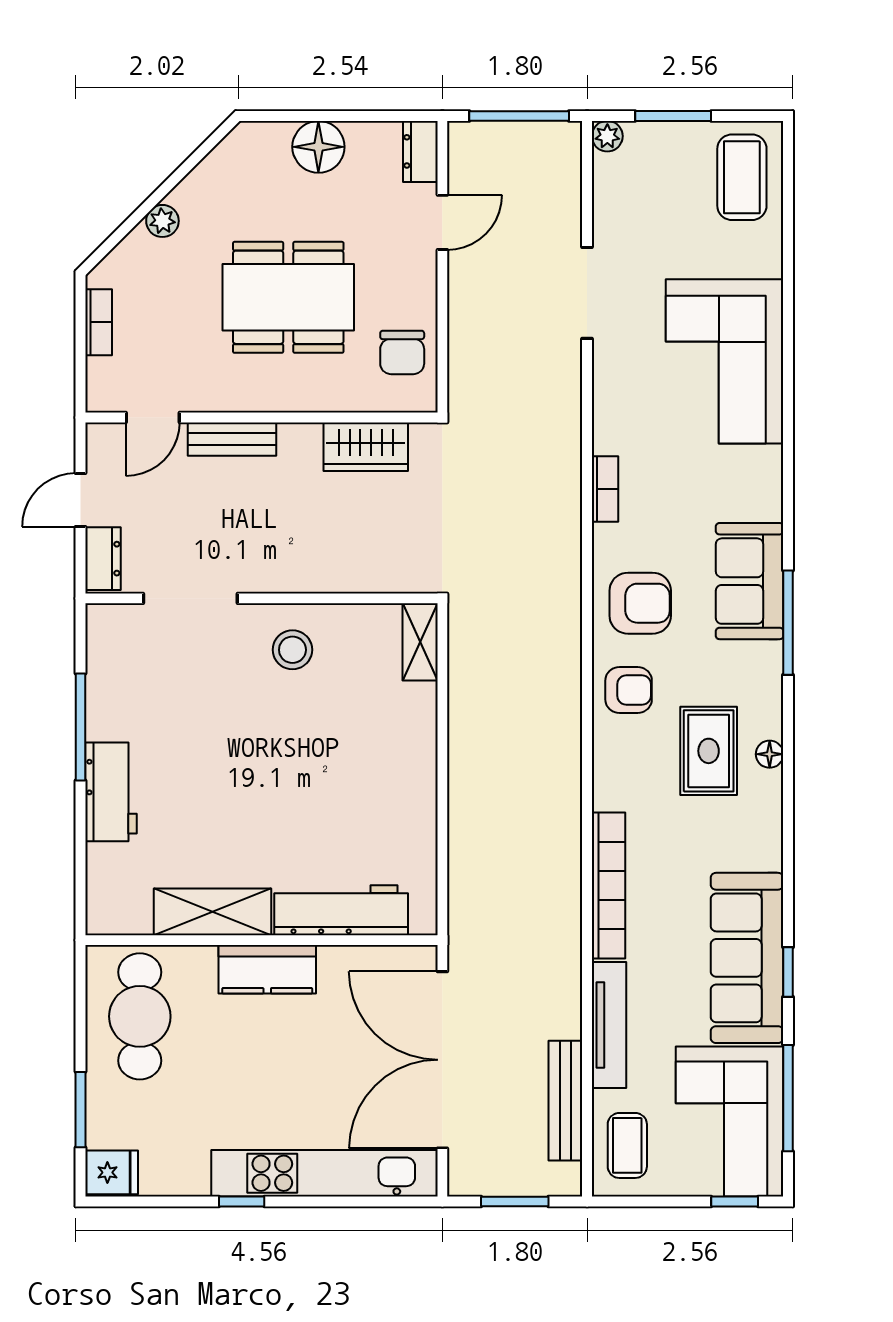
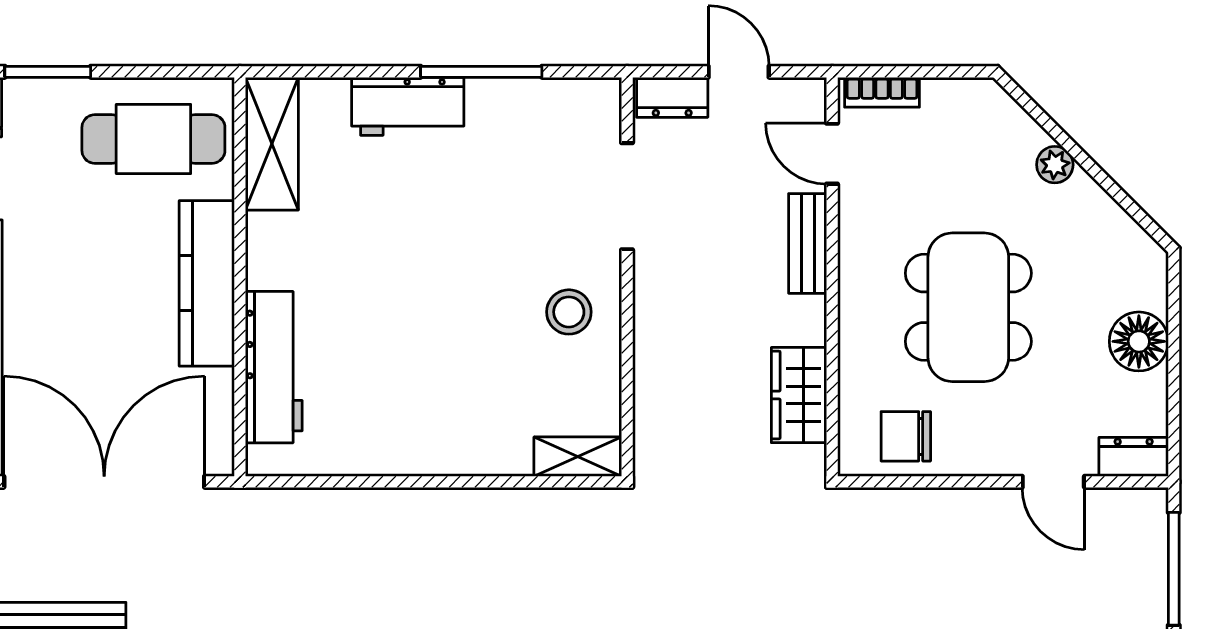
bookcase: (99, 322) -> (882, 92), moved
shelving: (213, 912) -> (272, 144), moved
kitchen counter: (267, 969) -> (207, 283), width x1.50

